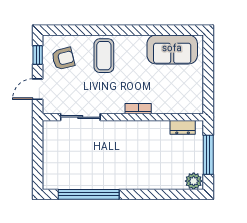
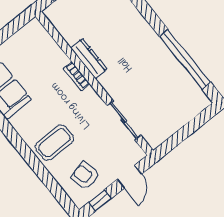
door: (38, 89) -> (129, 177), hinge flipped
dresser: (183, 127) -> (89, 58), moved, width x1.44

